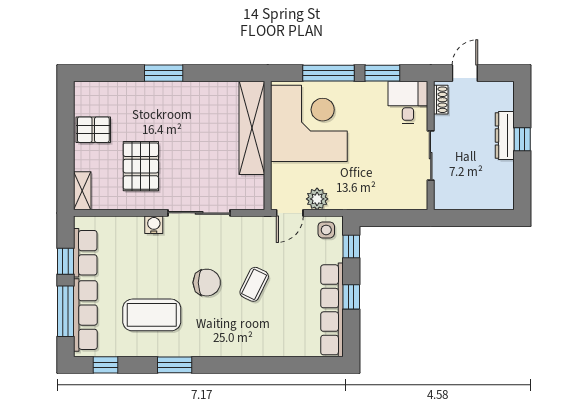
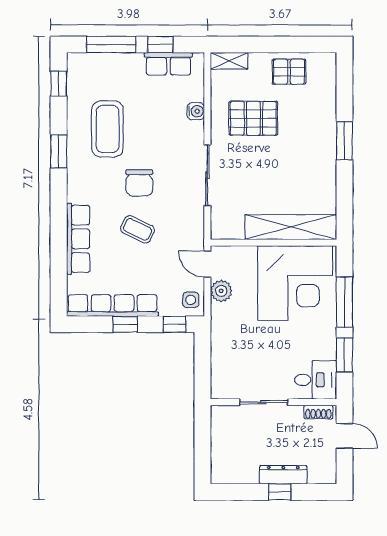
pallet: (93, 130) -> (289, 72), turned 90
water cooler: (154, 225) -> (196, 111), moved
row of seats: (85, 315) -> (78, 239), moved, turned -90

